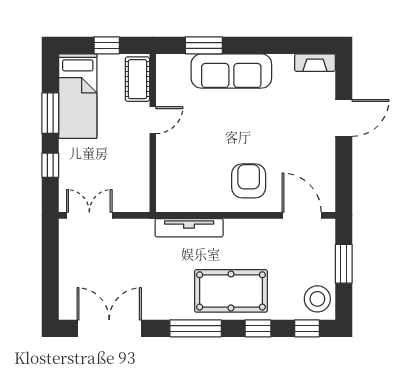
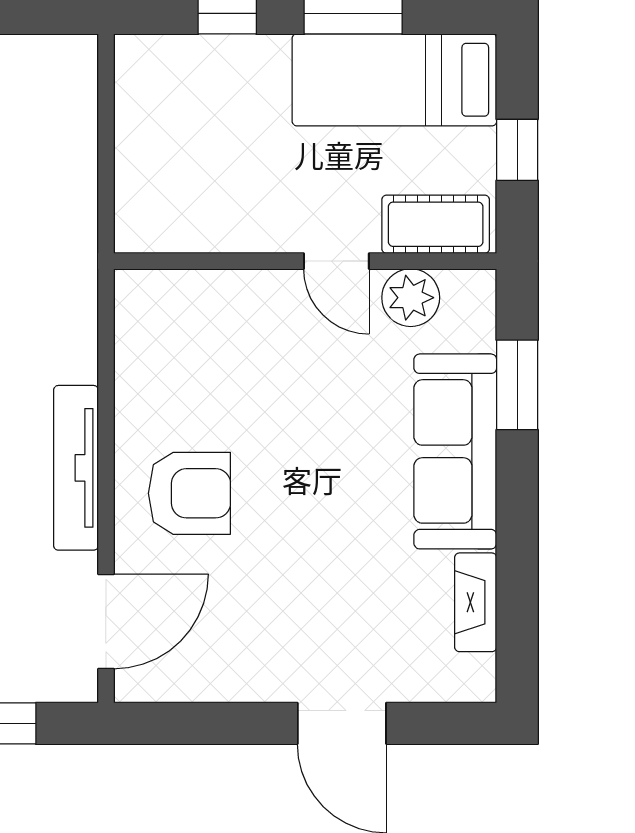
fireplace: (315, 63) -> (476, 602), moved
plant: (168, 89) -> (411, 298), added
double door: (89, 215) -> (106, 108), removed
tv unit: (189, 228) -> (76, 468), moved

